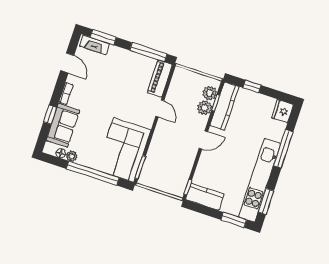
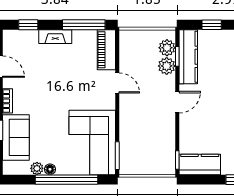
window: (103, 37) -> (28, 25), width x0.67
fireplace: (95, 45) -> (55, 37), moved
floor lamp: (61, 153) -> (50, 169), moved

